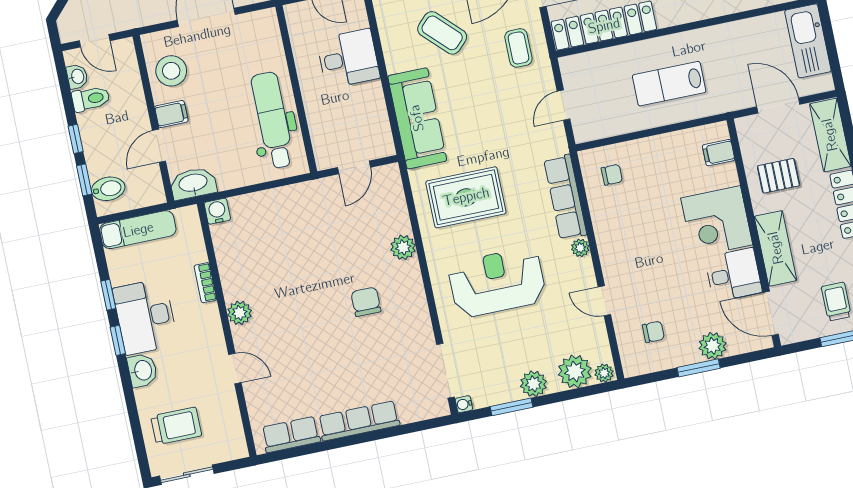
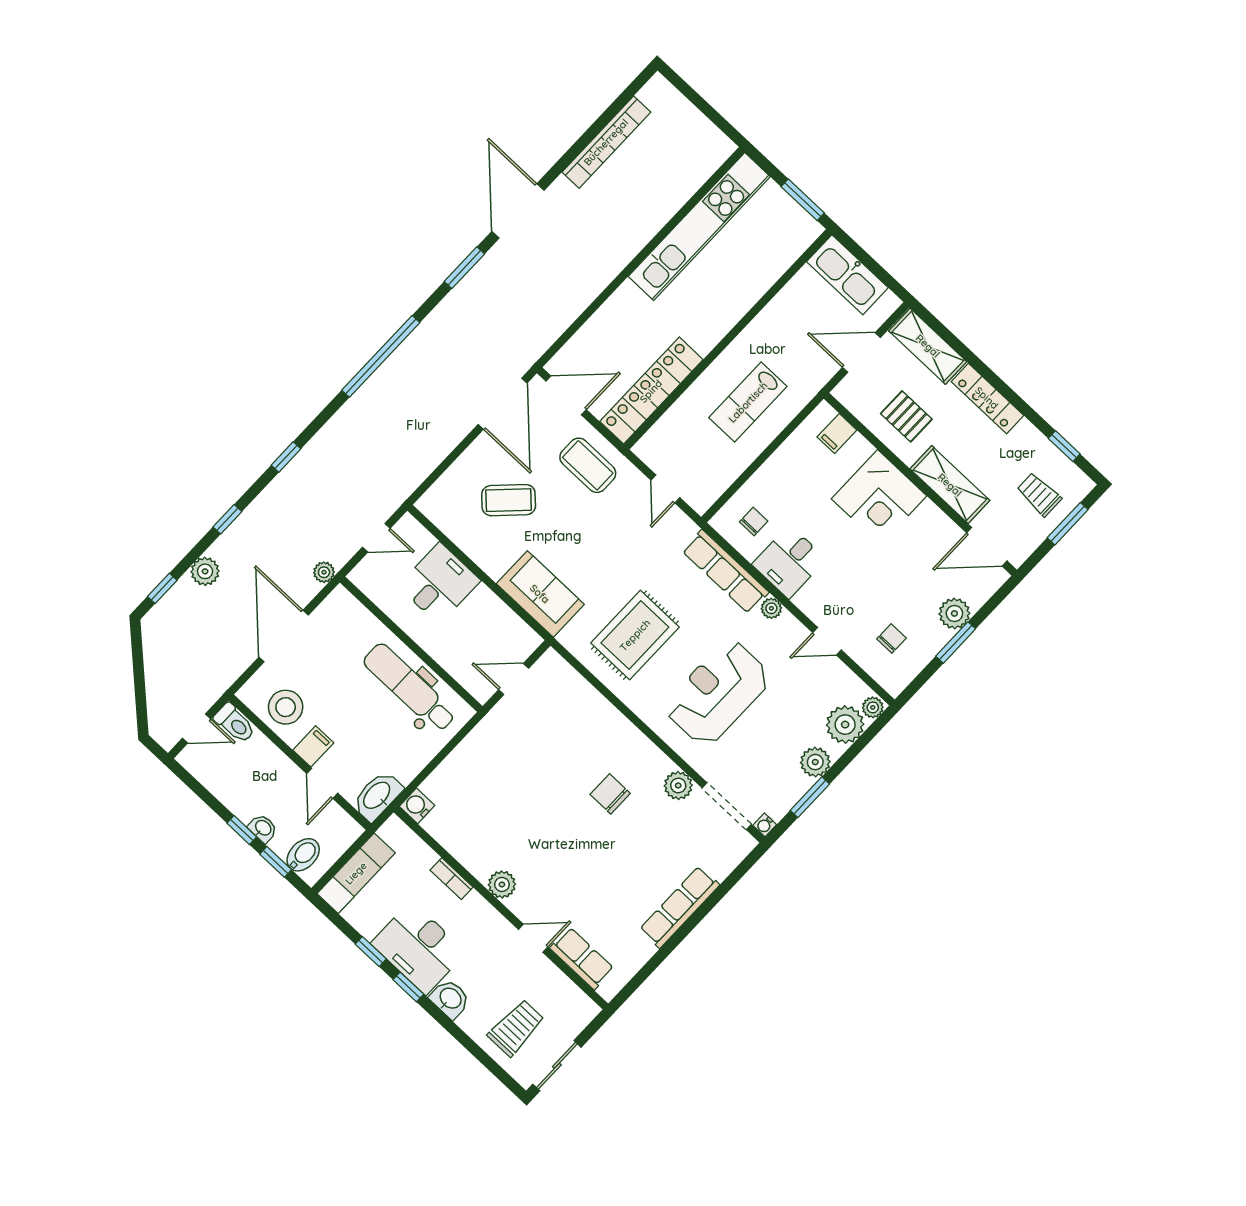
coffee table: (518, 48) -> (588, 465), width x1.36, depth x1.30
washbasin: (77, 77) -> (263, 828), moved
toilet: (91, 99) -> (235, 723), moved, turned 90
sofa: (417, 118) -> (540, 594), width x0.73
door: (354, 167) -> (514, 679), swing flipped
pallet: (779, 176) -> (906, 416), turned 90
plant: (403, 247) -> (678, 785), moved
desk: (733, 275) -> (789, 562), moved, turned 180
row of seats: (291, 435) -> (582, 958), moved, turned 90

